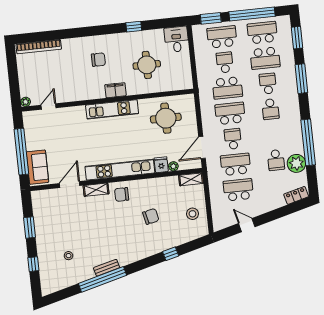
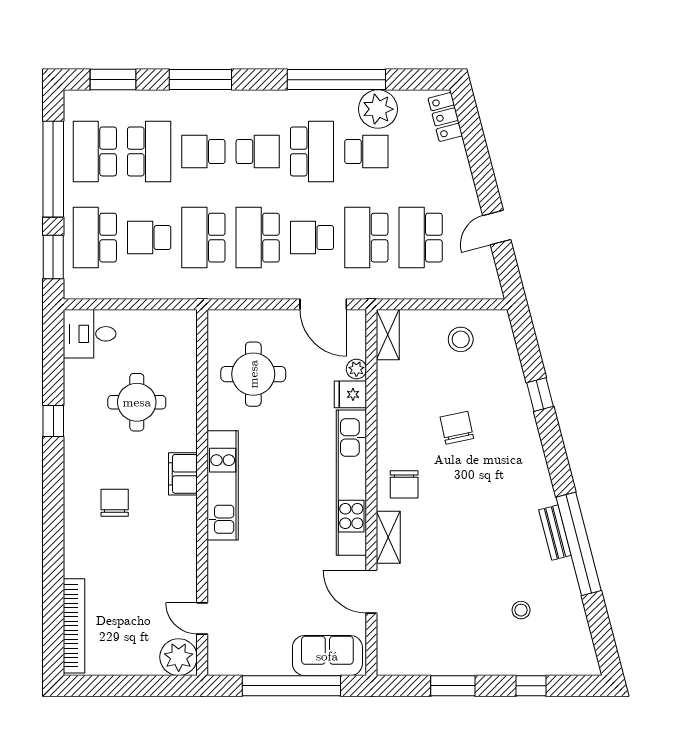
school desk: (227, 88) -> (203, 238), turned 180
plant: (26, 102) -> (179, 657), width x1.88, depth x1.88
school desk: (273, 135) -> (312, 151), added

